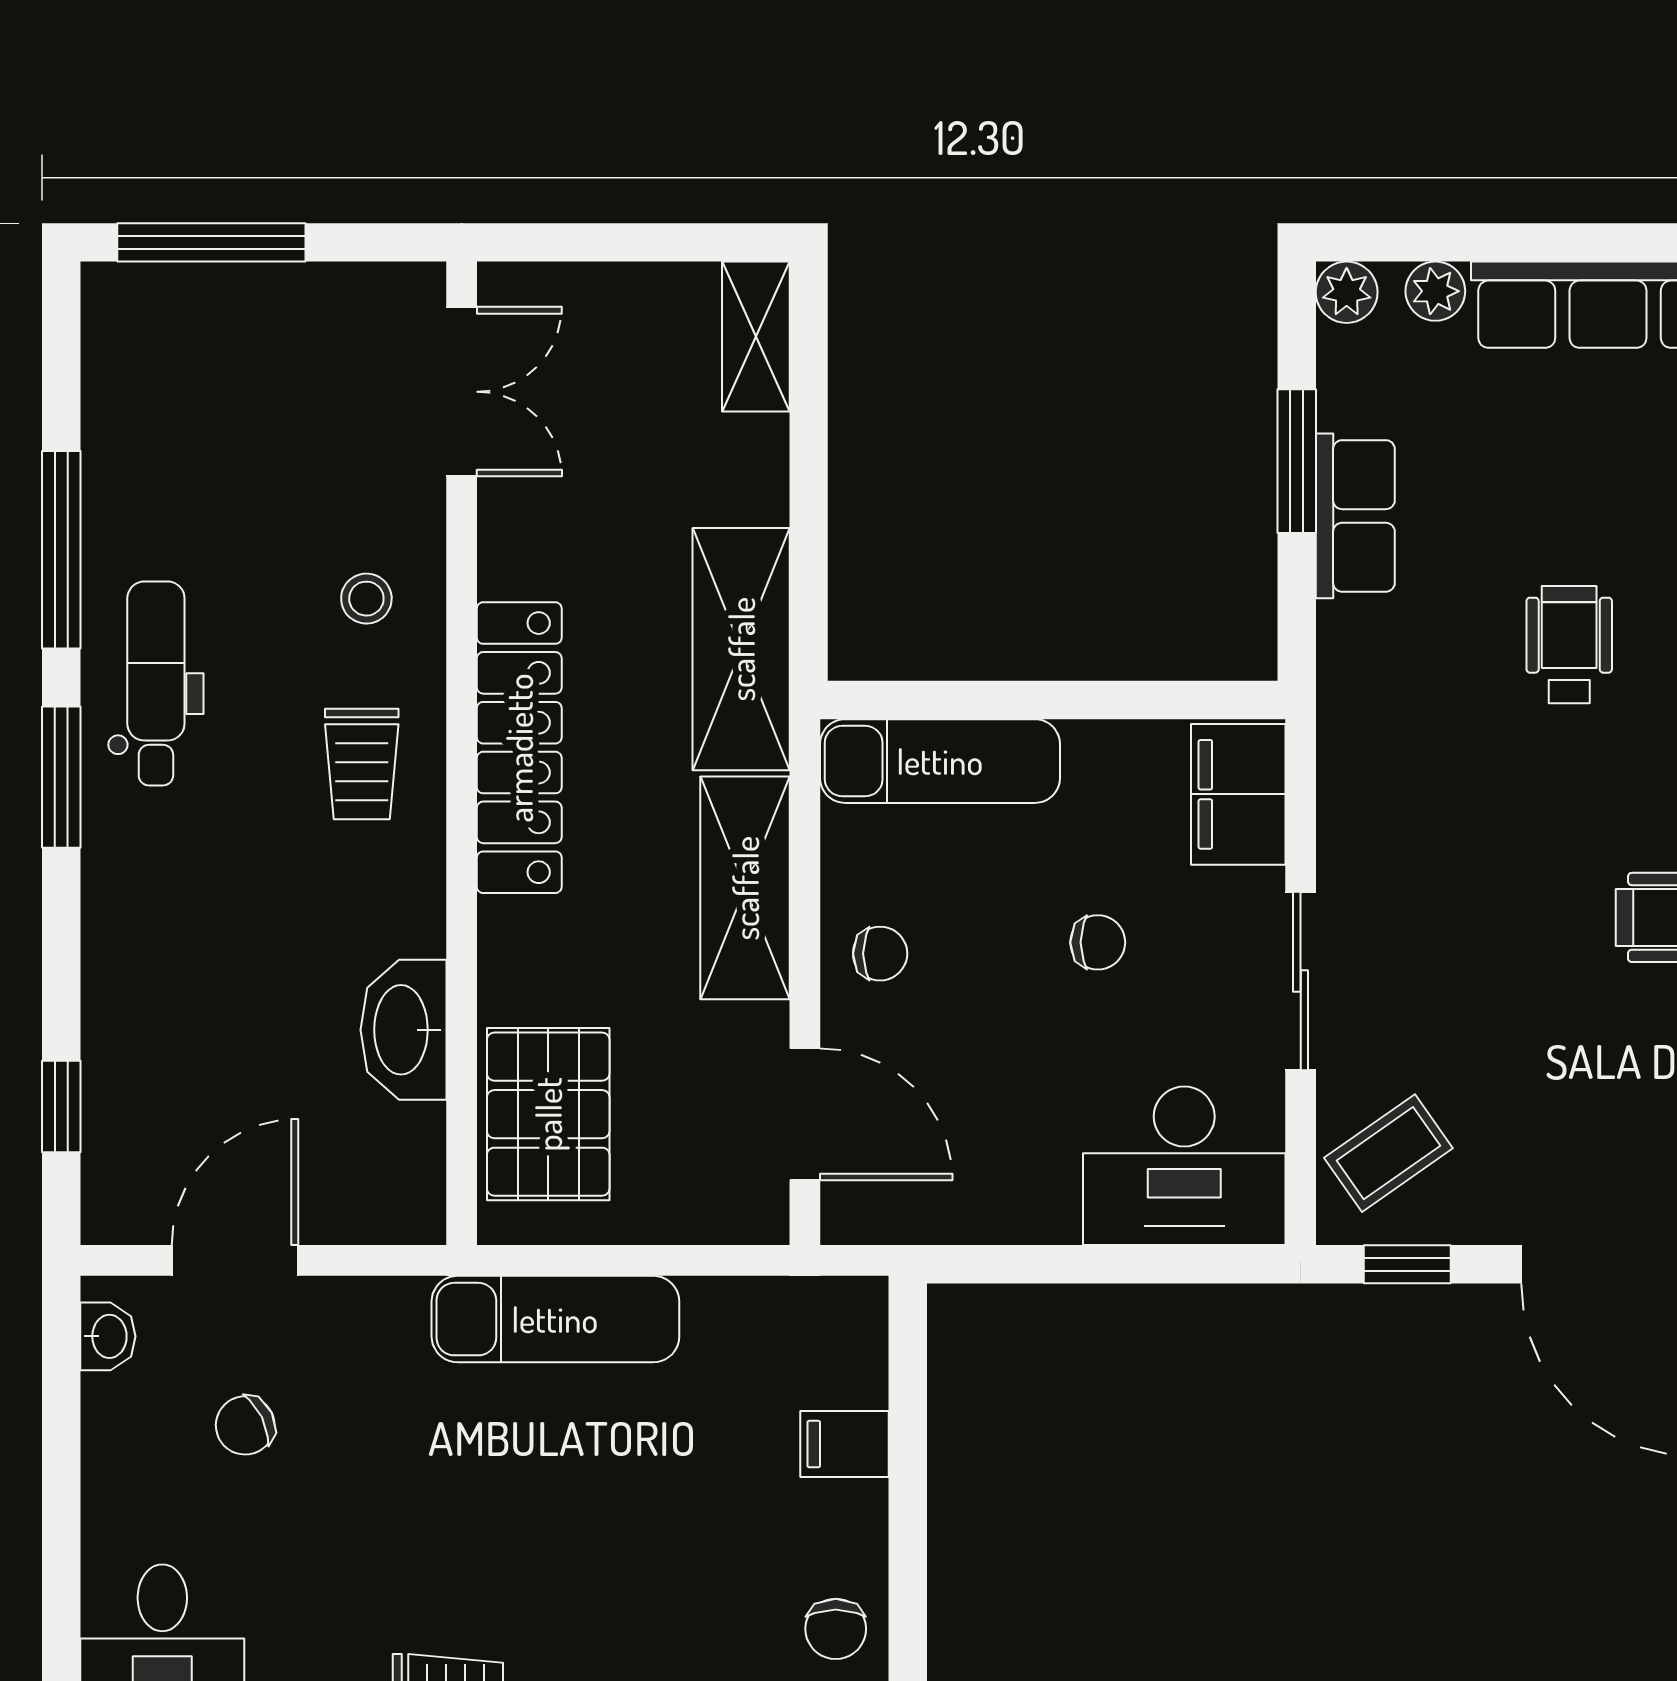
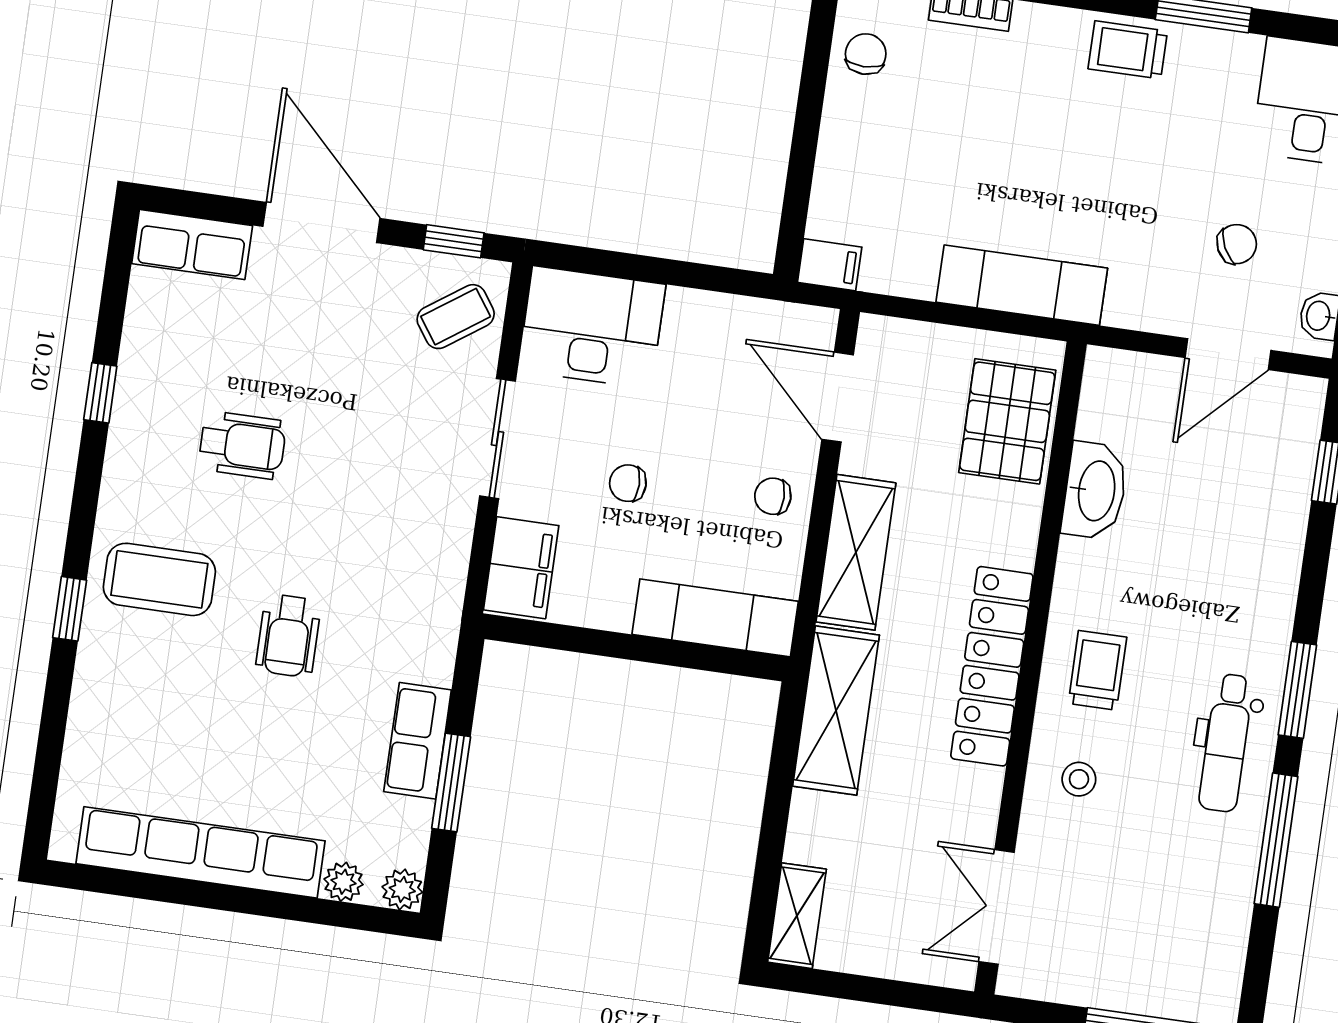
filing cabinet: (845, 1444) -> (830, 265), moved

